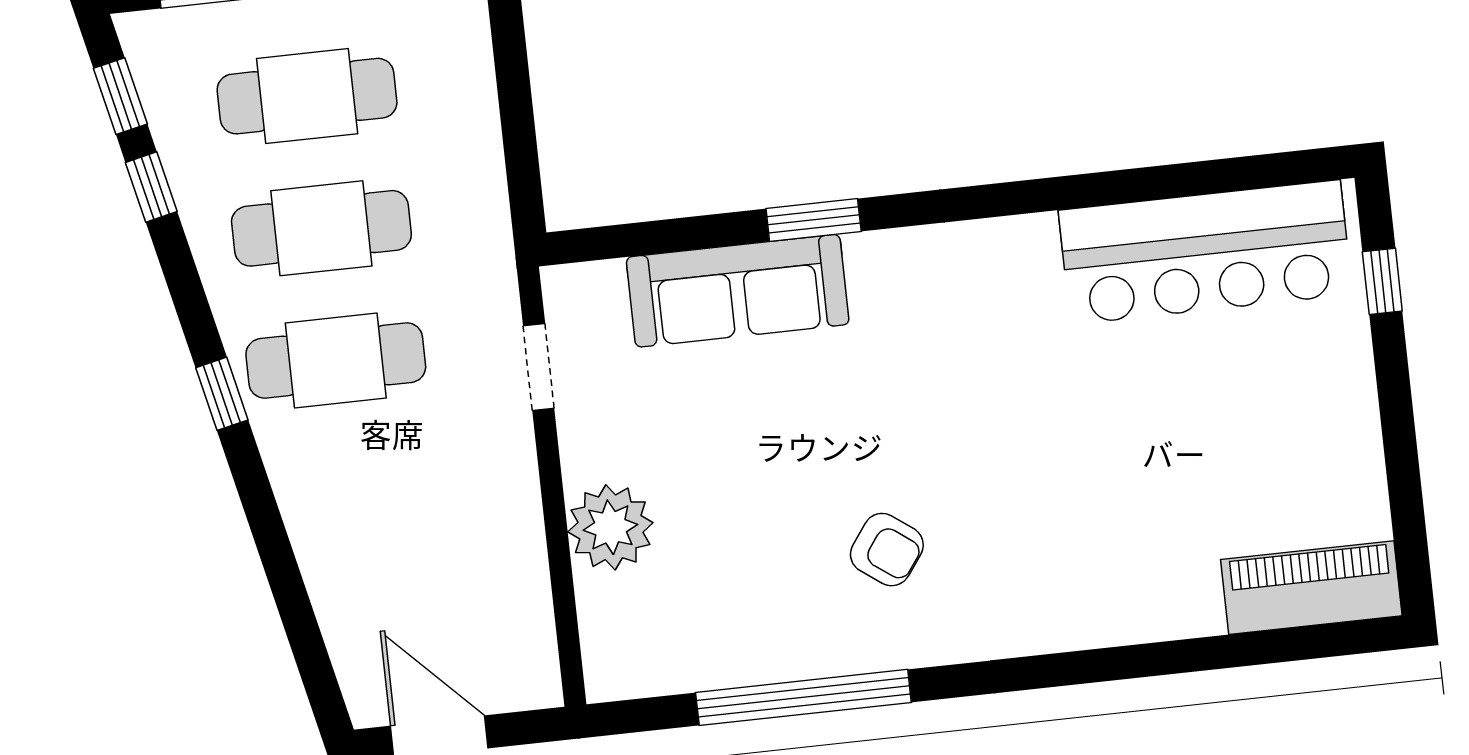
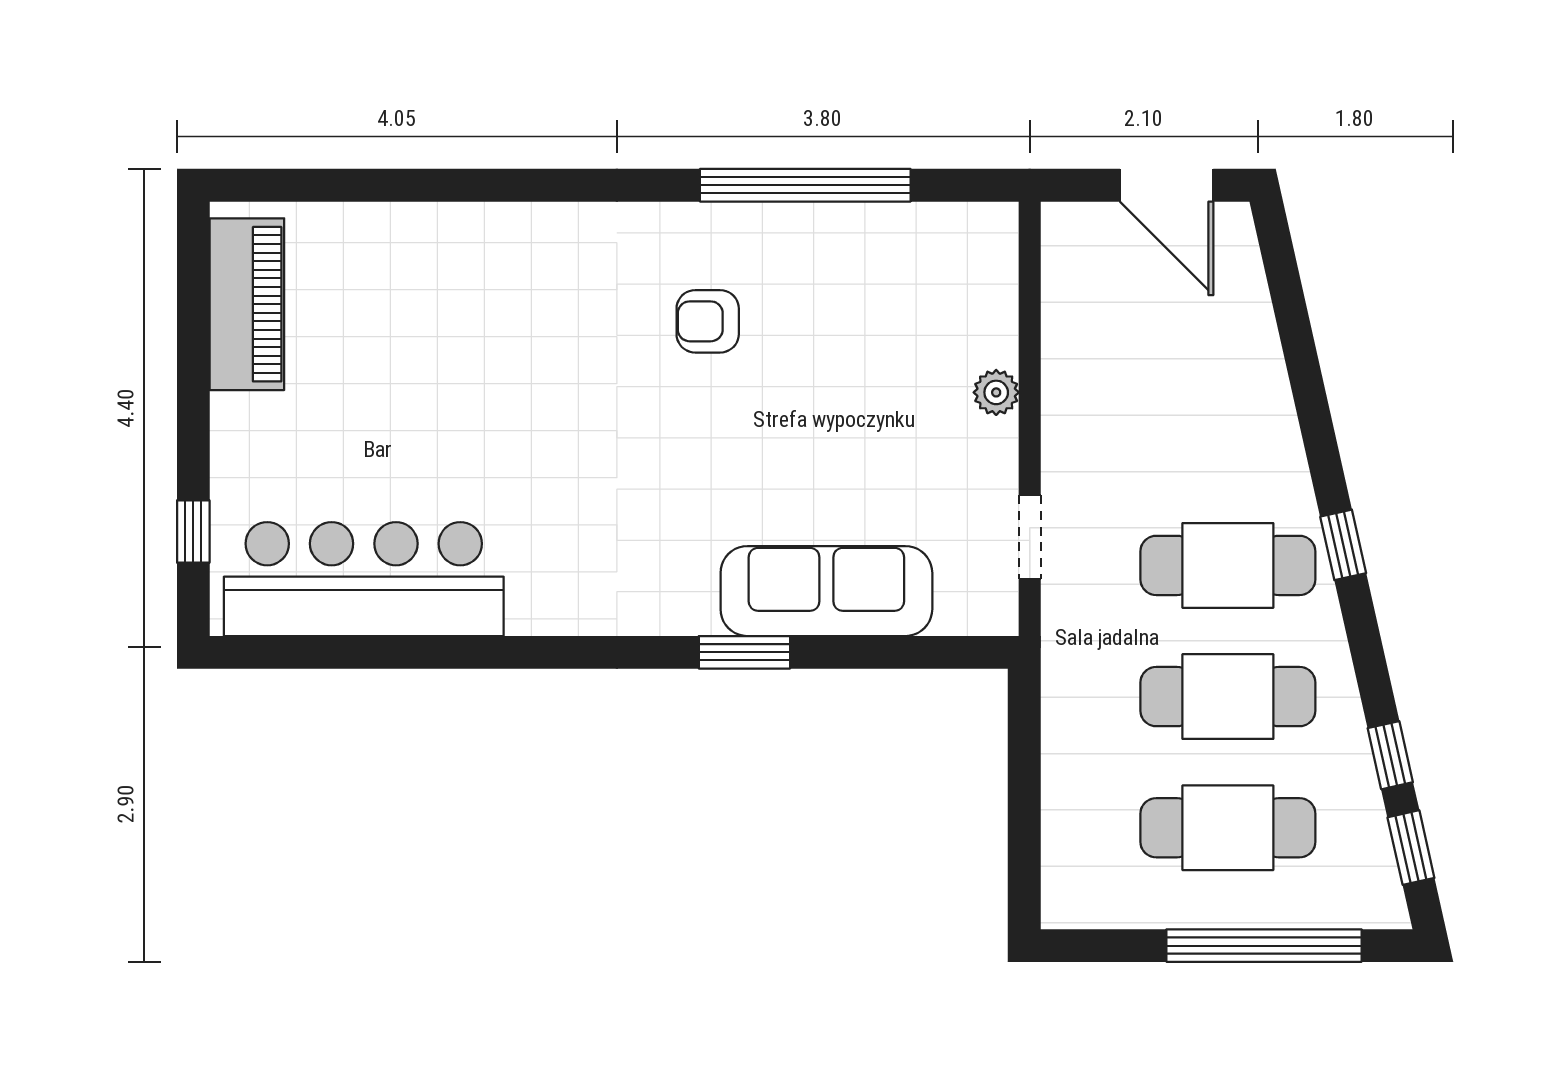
plant: (610, 527) -> (996, 392), width x0.53, depth x0.53
armchair: (887, 550) -> (708, 321), turned -36
piano: (1311, 588) -> (247, 304), moved, turned -90

